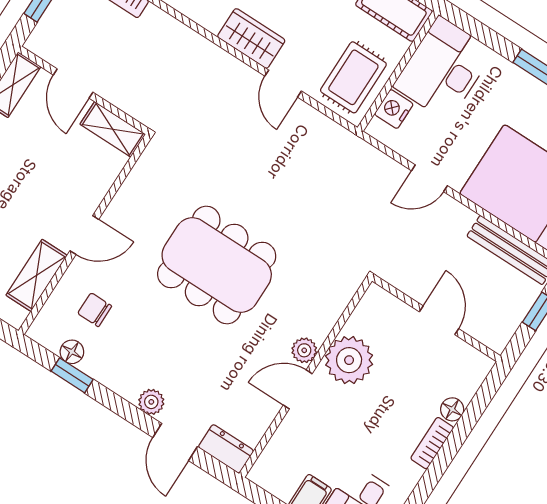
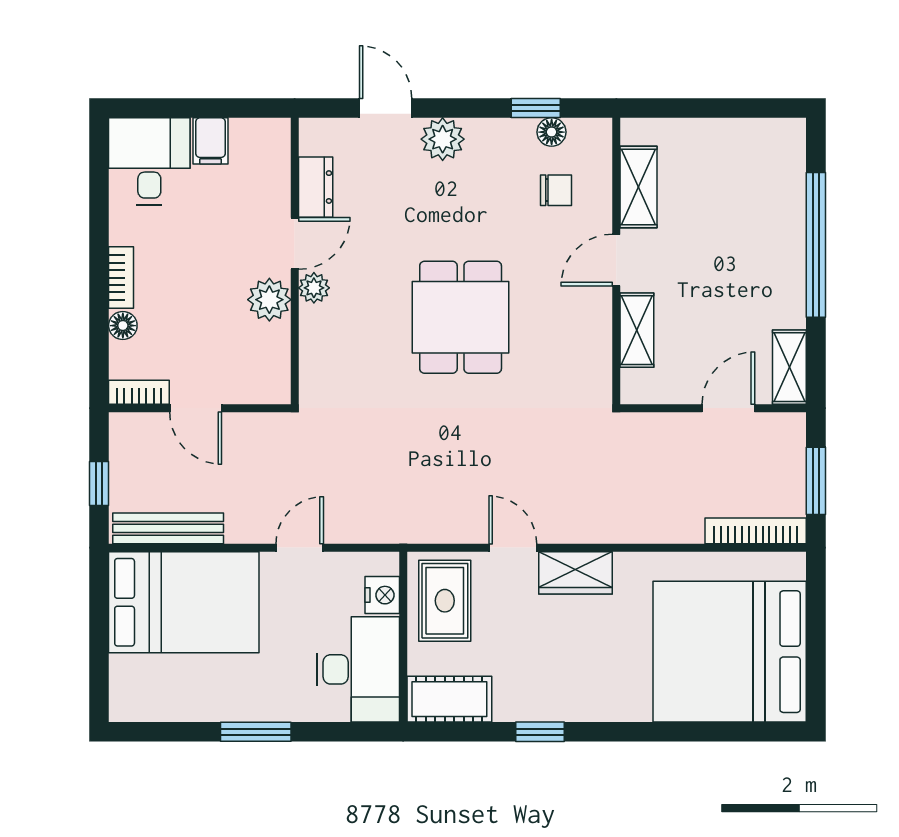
door: (73, 84) -> (728, 408), hinge flipped
shelving: (113, 129) -> (637, 330), moved, turned 90
dining table: (217, 265) -> (461, 317), width x0.73
bookcase: (471, 356) -> (139, 392), added
plant: (349, 360) -> (269, 300), width x0.73, depth x0.73
plant: (151, 402) -> (443, 139), width x1.38, depth x1.38
dresser: (226, 449) -> (316, 187), moved, turned -90

